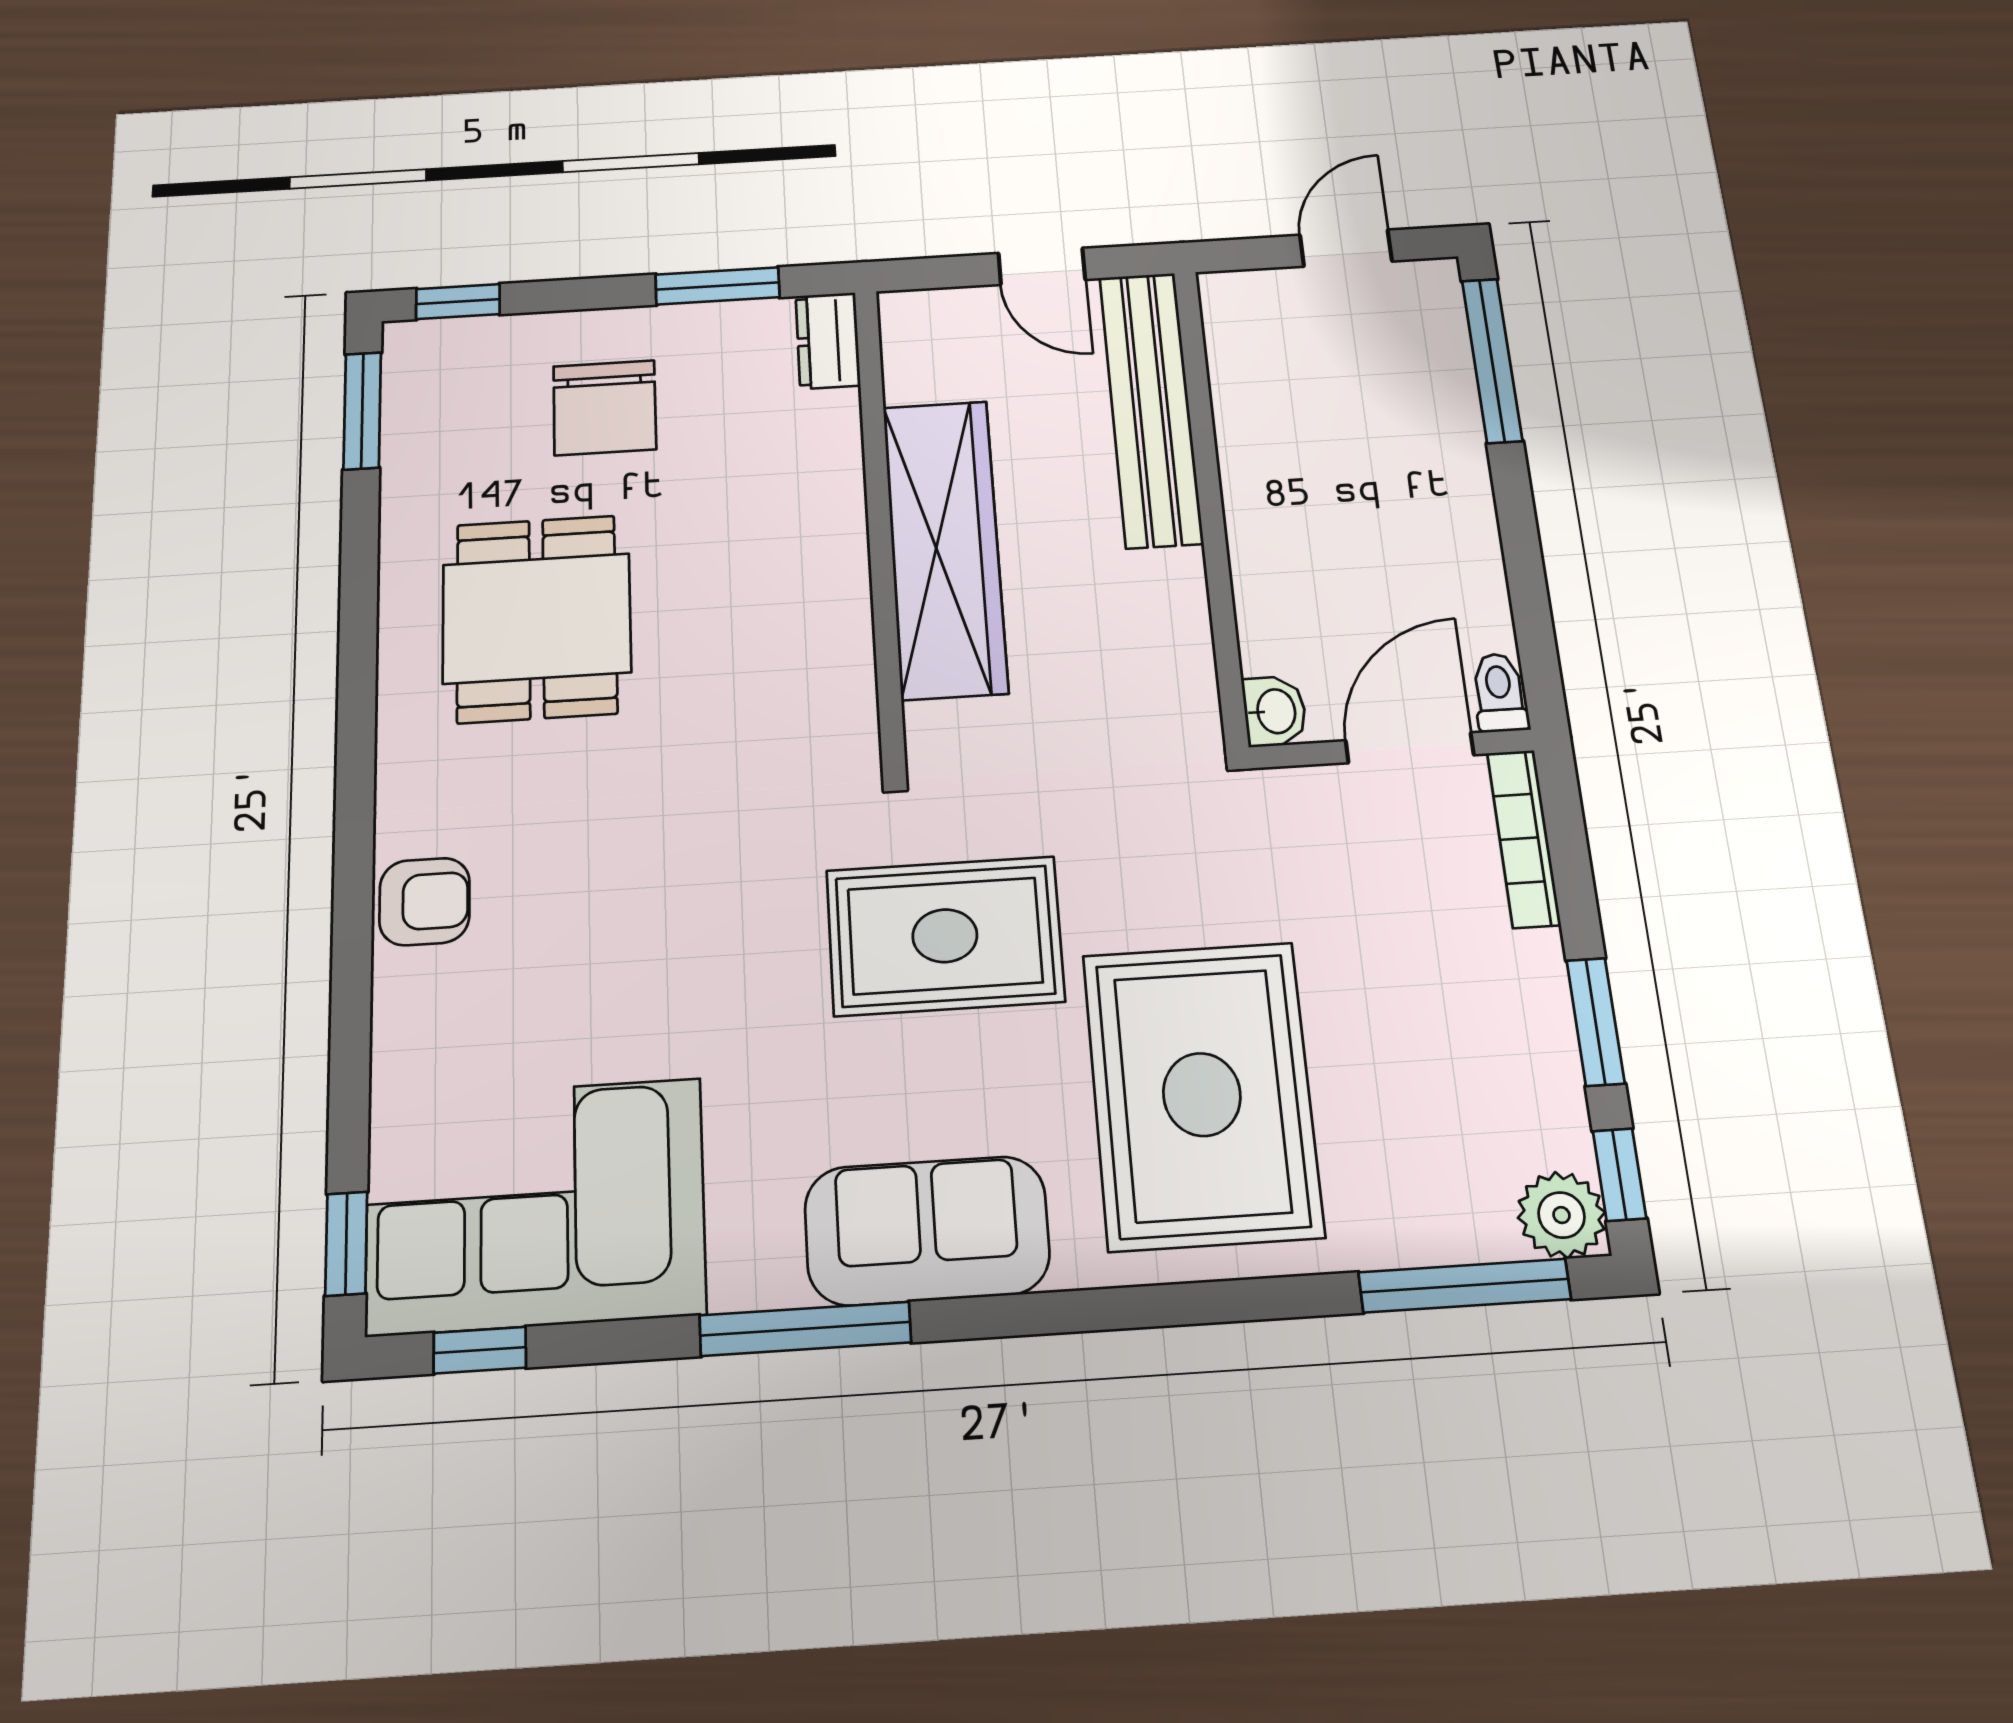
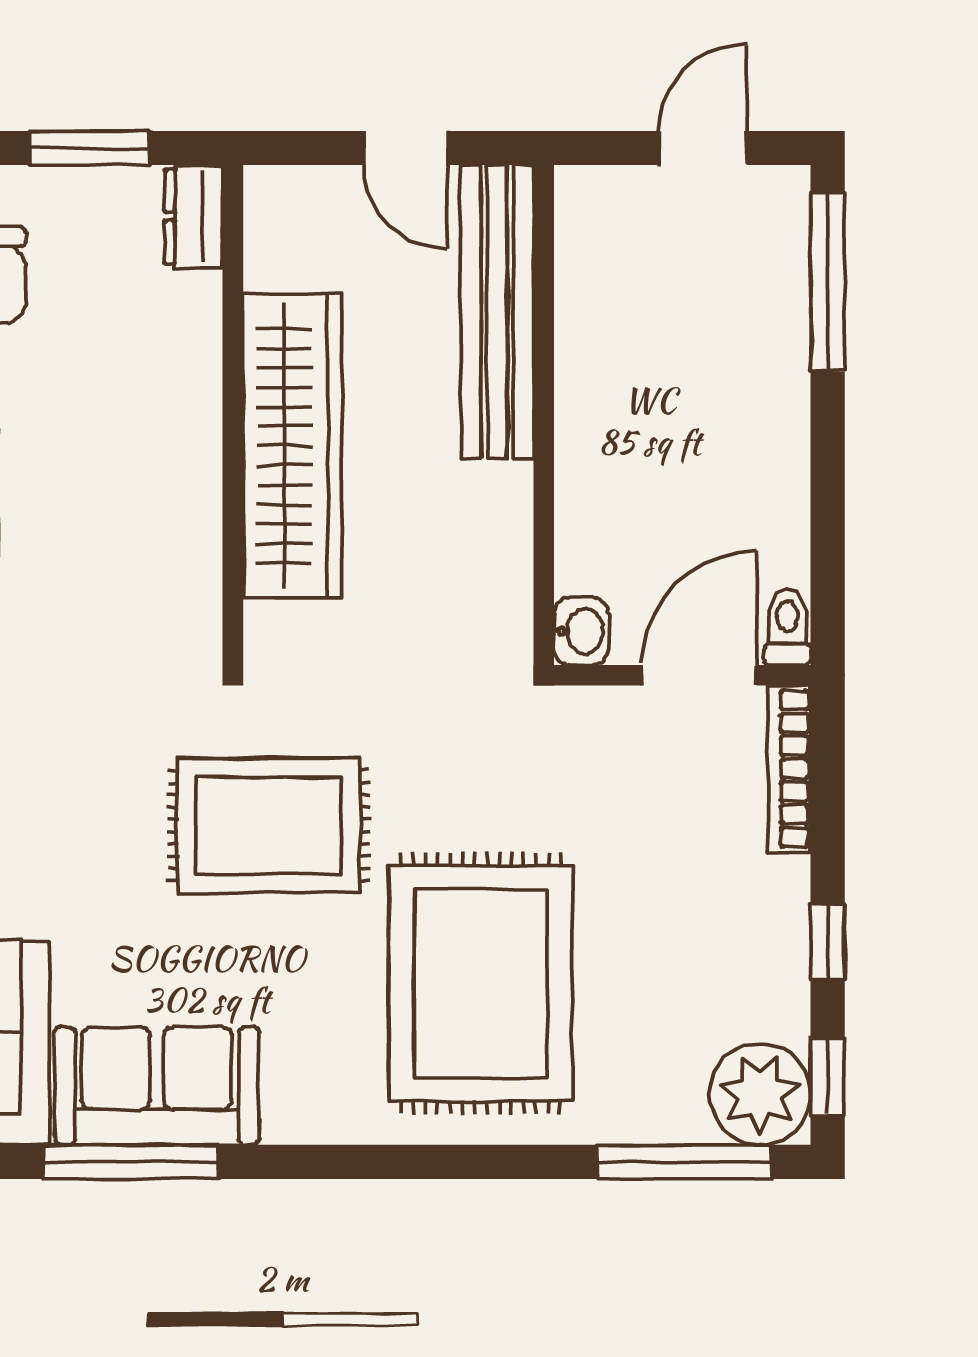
window: (1595, 1022) -> (828, 941), width x0.67
plant: (1562, 1215) -> (760, 1094), width x1.36, depth x1.36
sofa: (927, 1231) -> (157, 1086), moved

